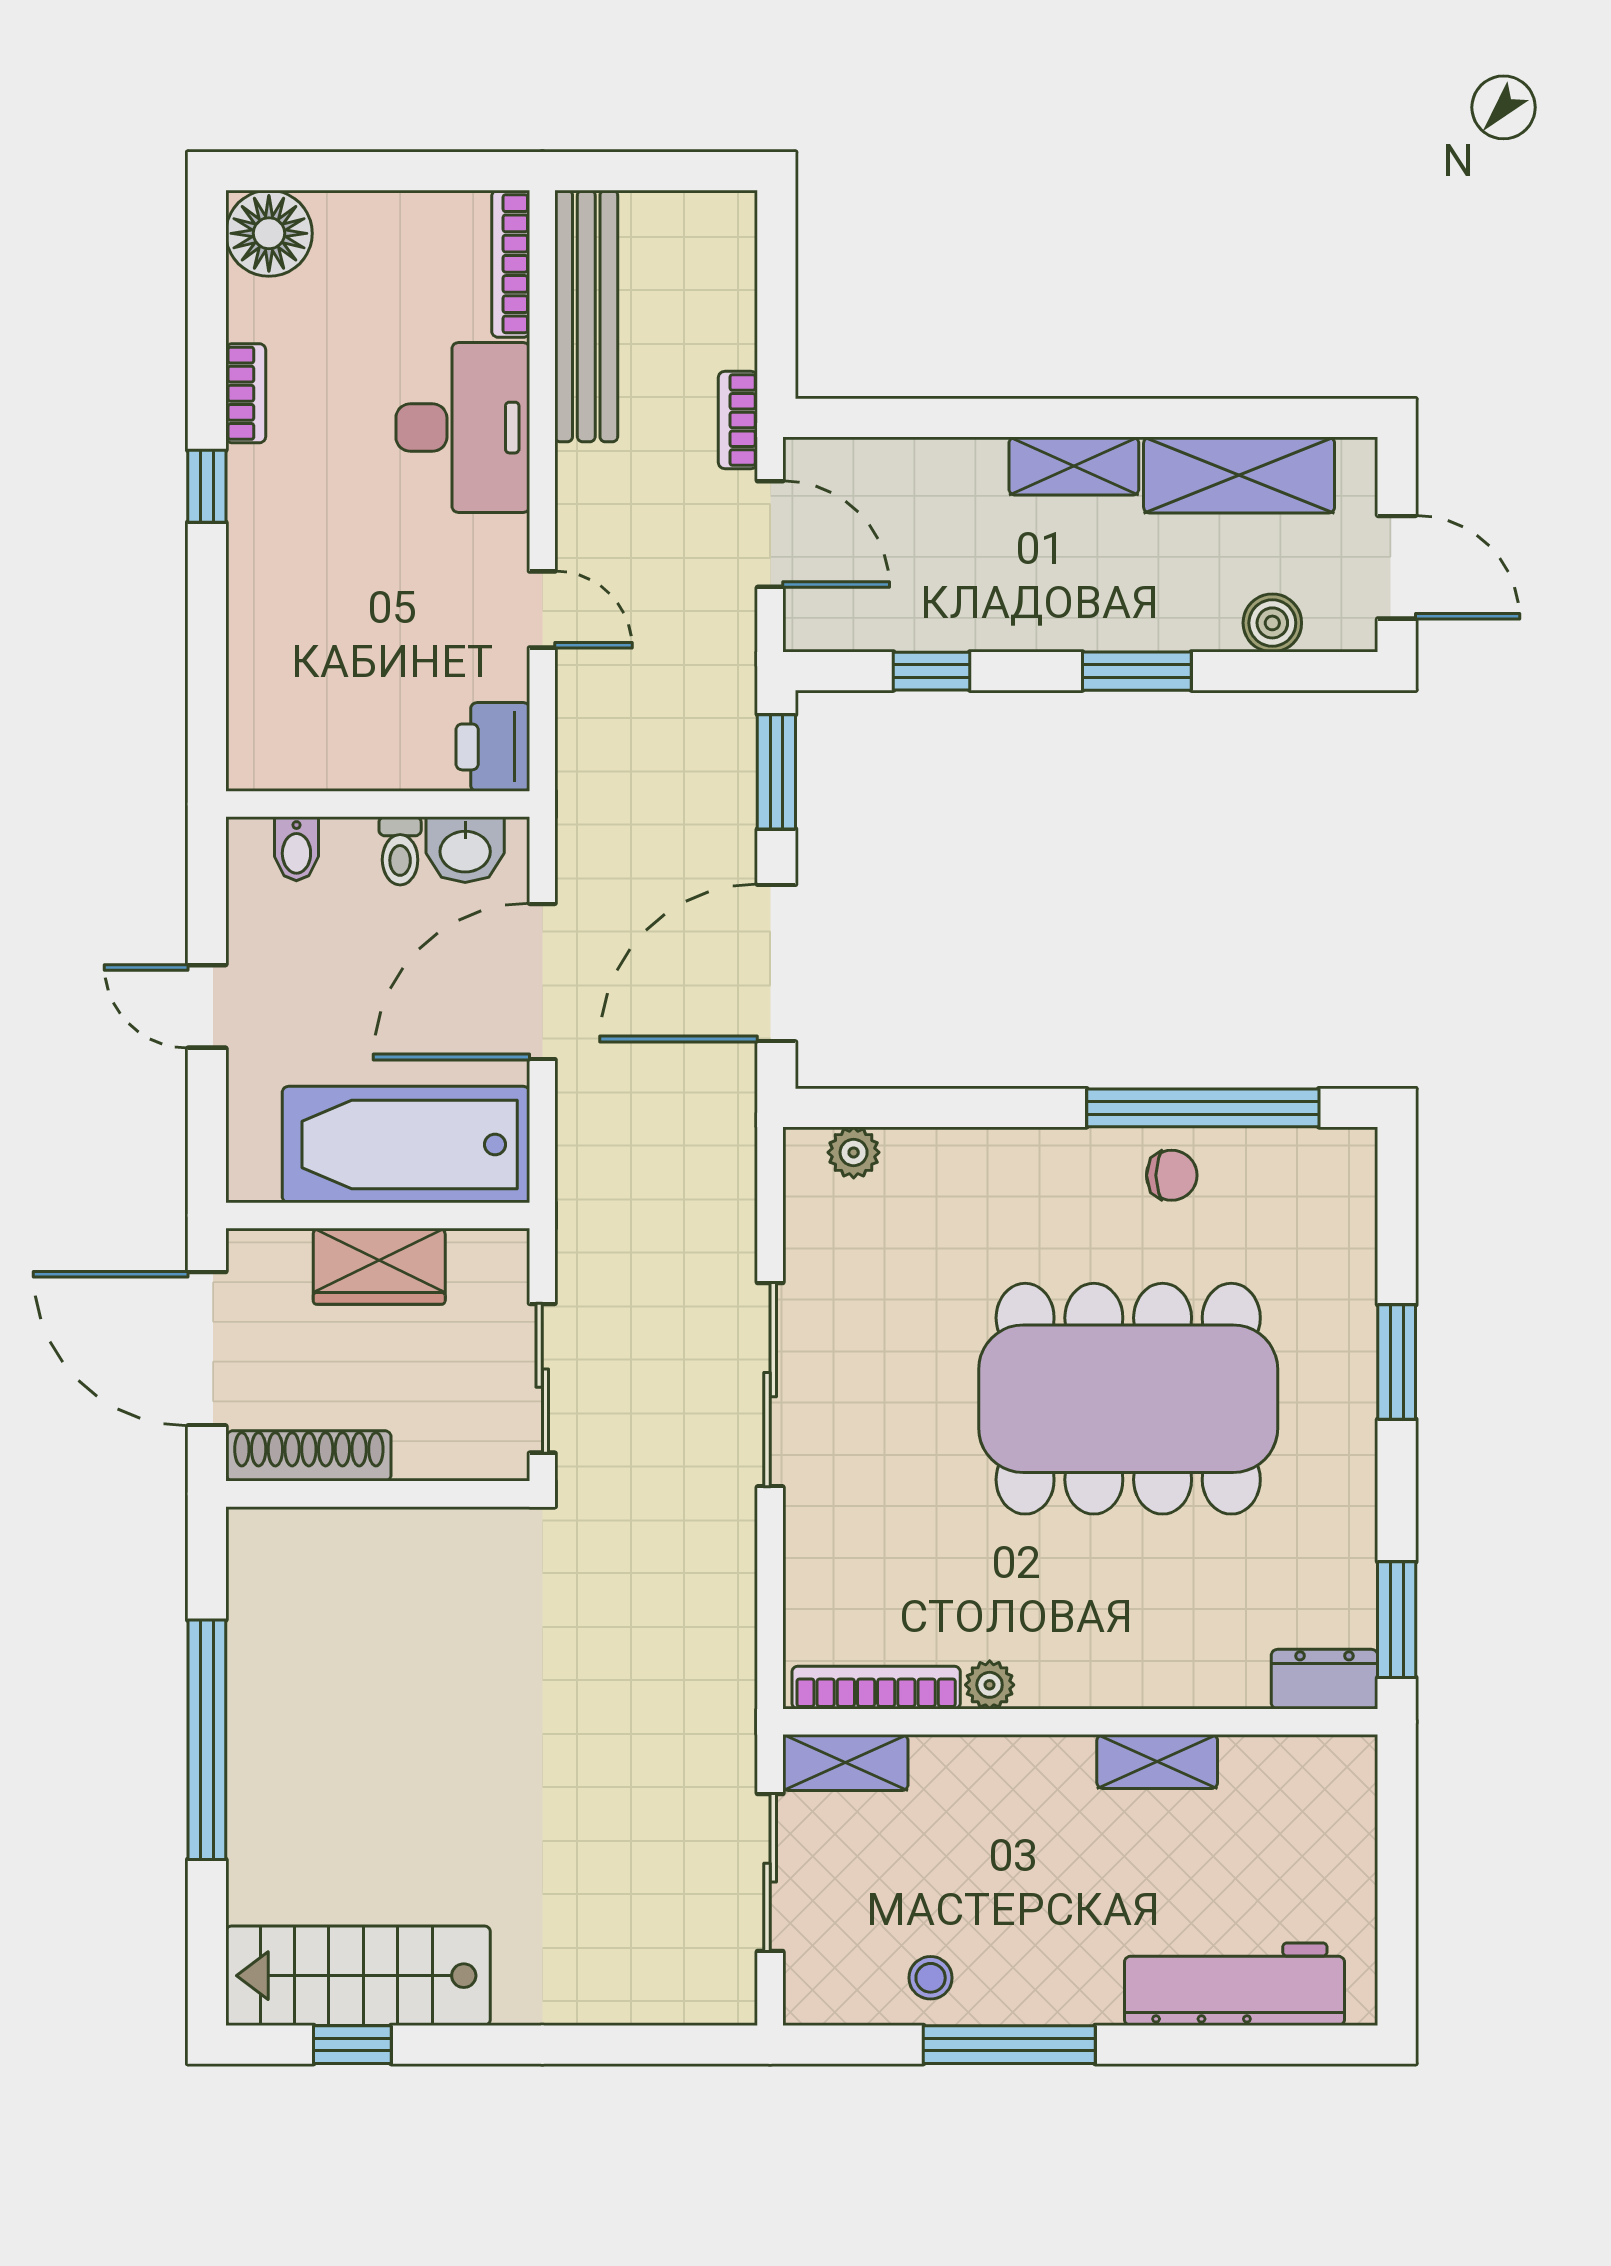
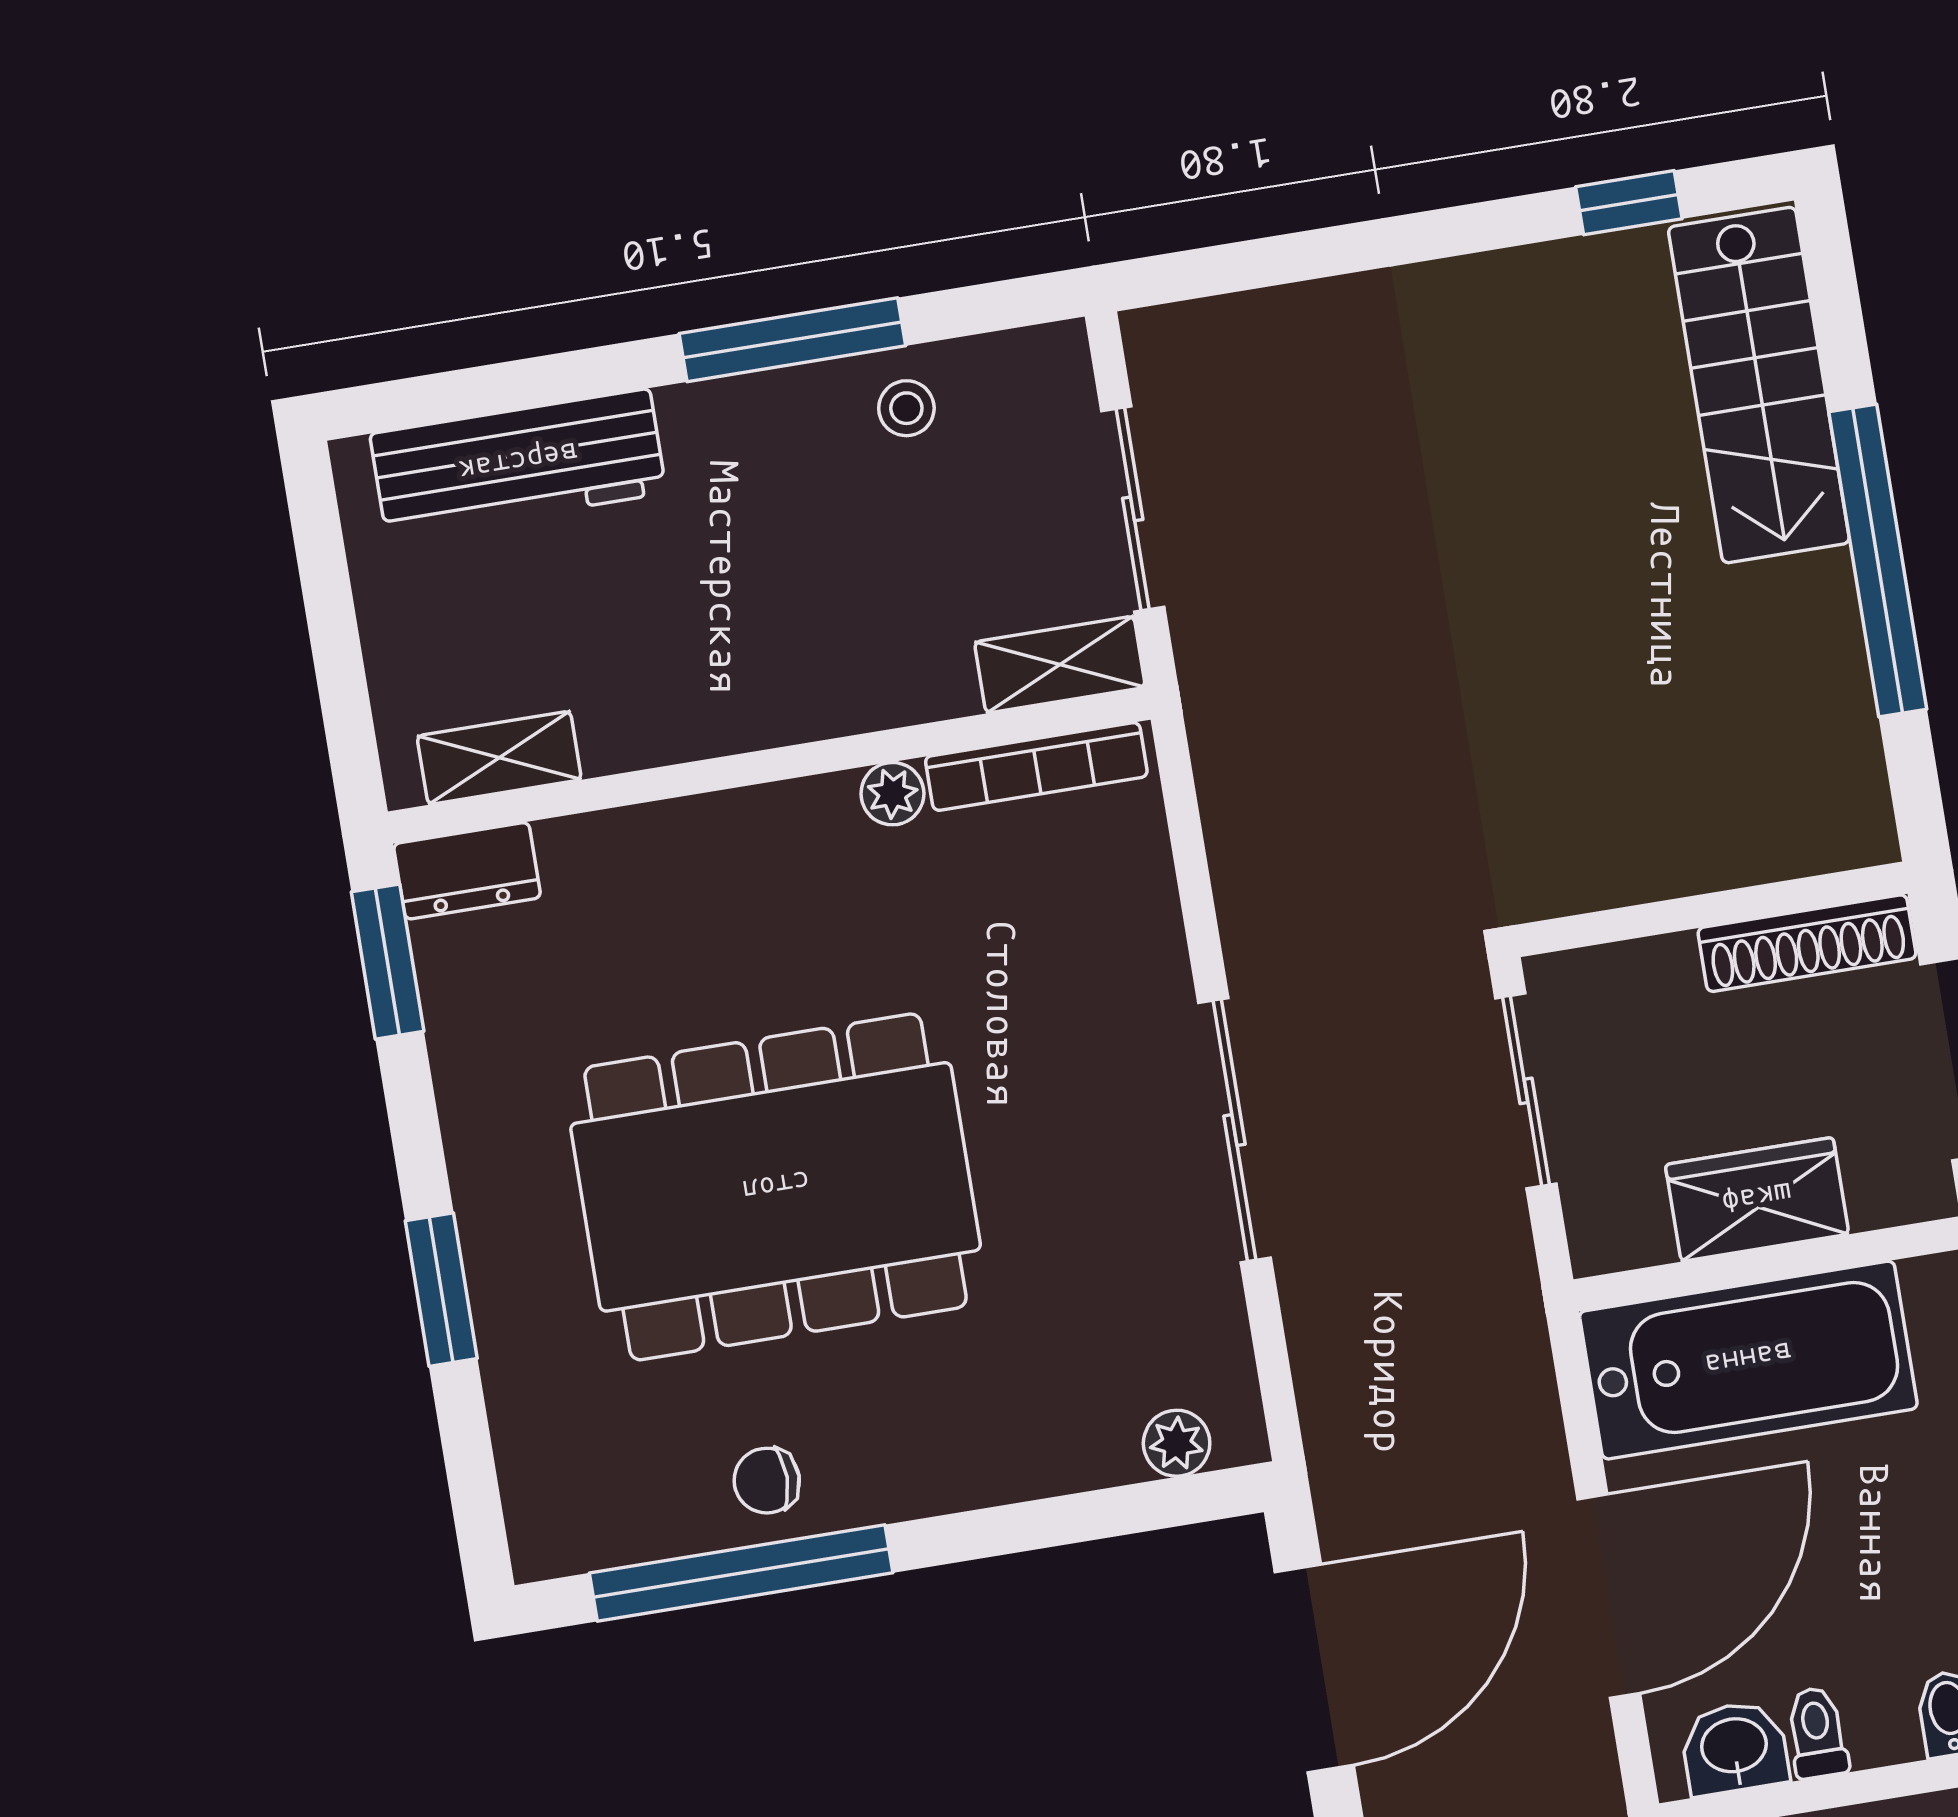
shelving: (1157, 1762) -> (499, 758), moved
stairs: (358, 1976) -> (1759, 385), moved, turned 90

